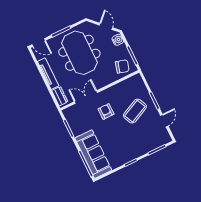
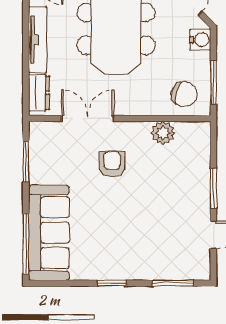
plant: (121, 88) -> (163, 133), added
coffee table: (135, 111) -> (167, 190), removed

